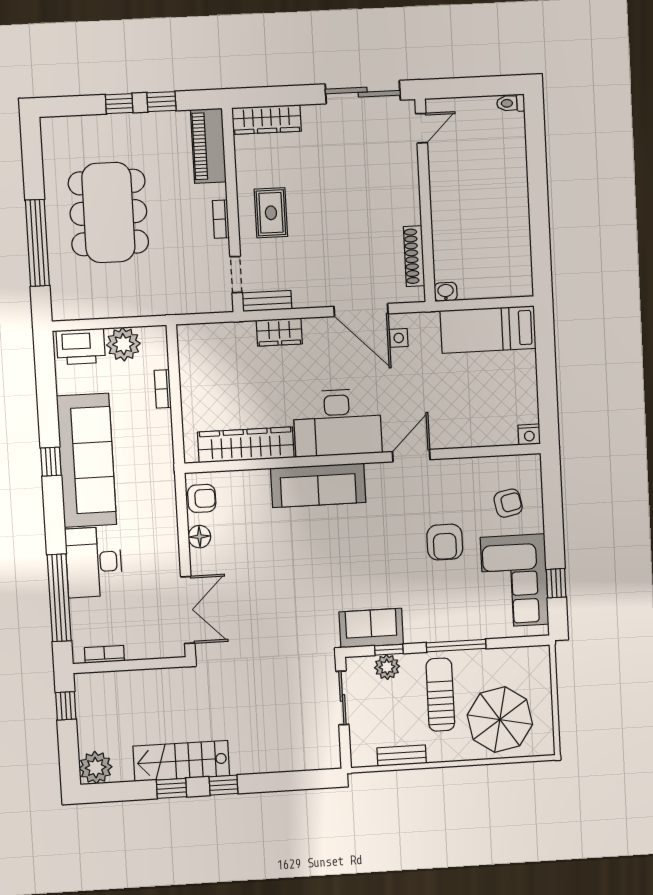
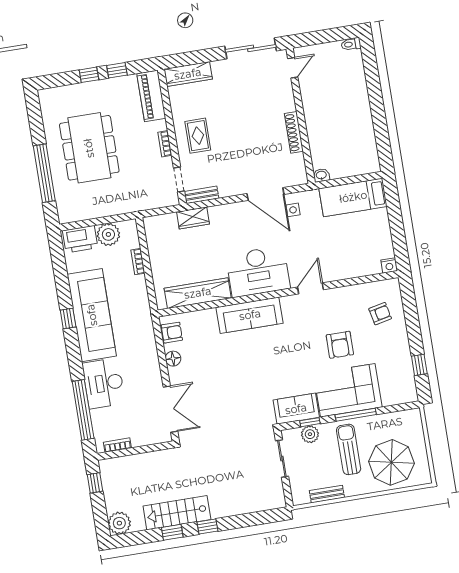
shoe rack: (414, 256) -> (294, 132), moved
wardrobe: (279, 332) -> (193, 218), moved
corner sofa: (515, 581) -> (348, 390), moved, turned 90

